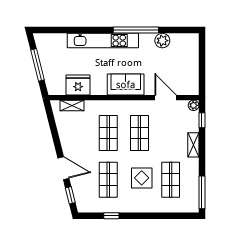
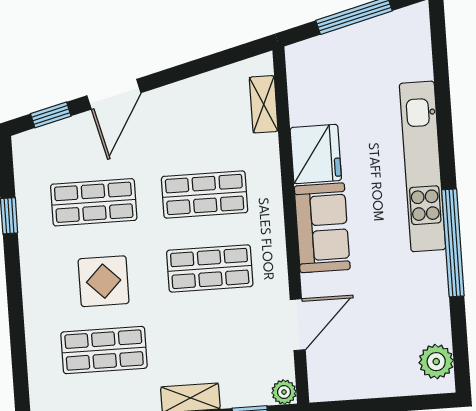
plant: (162, 41) -> (436, 362), moved
fridge: (78, 85) -> (316, 154), moved

